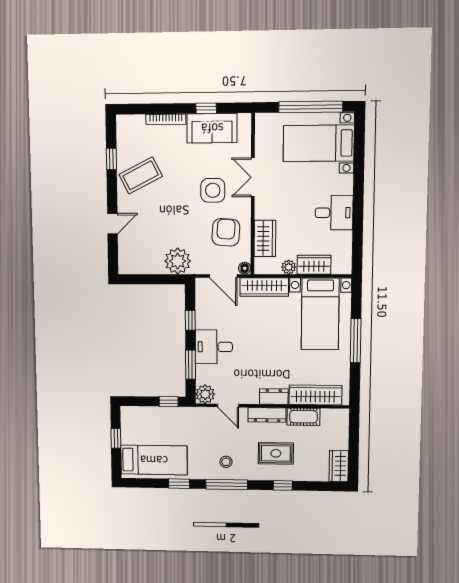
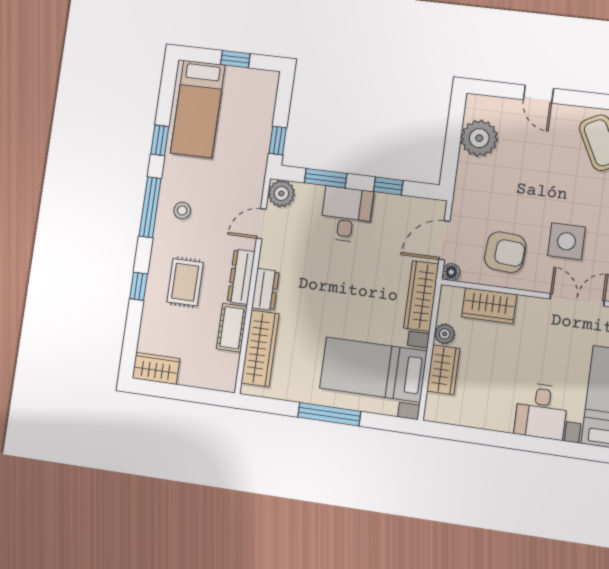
desk: (334, 213) -> (541, 411), moved
plant: (178, 261) -> (479, 138), moved

